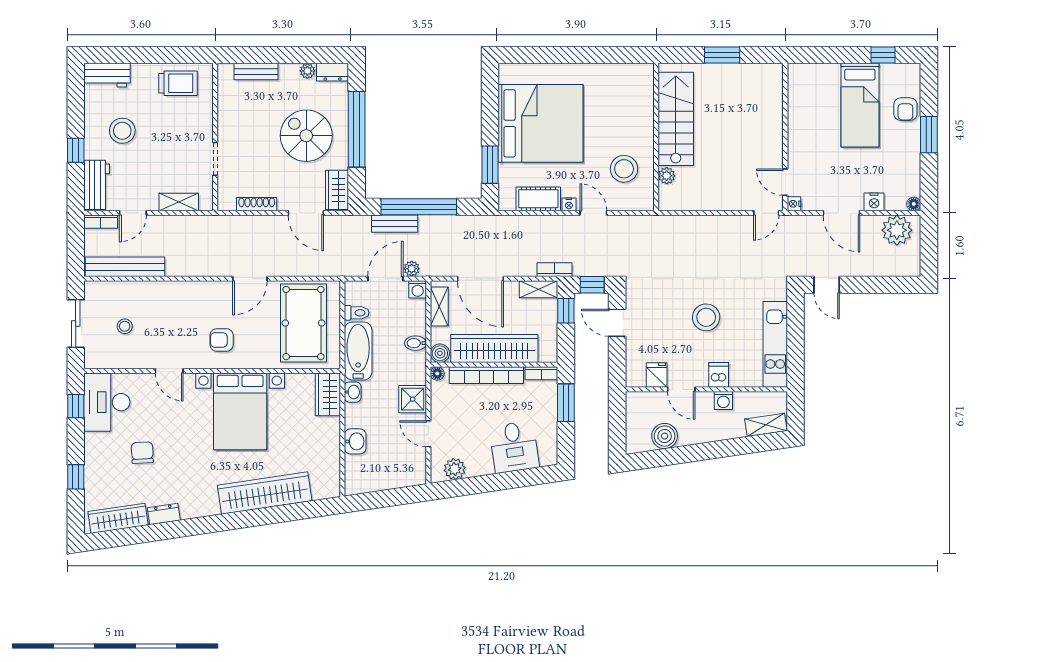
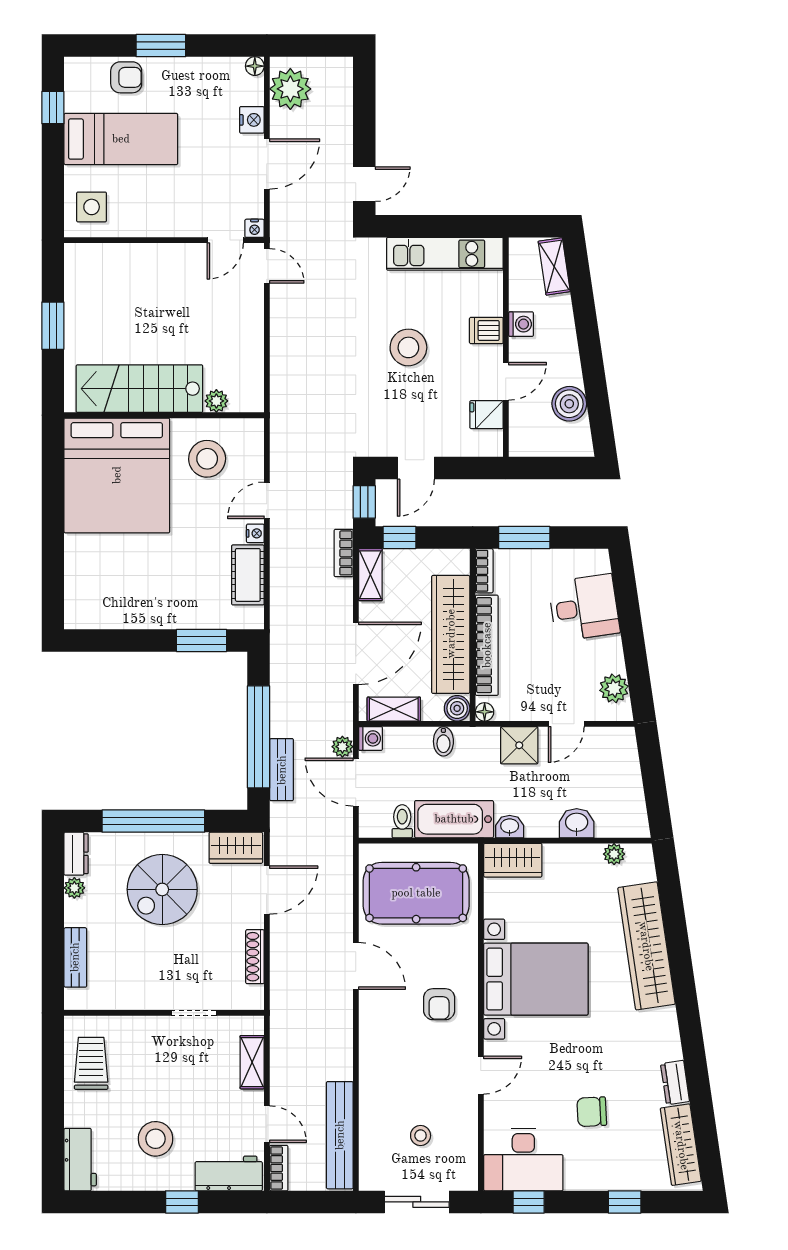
side table: (810, 84) -> (92, 207), added
bed: (541, 123) -> (117, 475), moved, turned 180
plant: (332, 469) -> (614, 854), added

